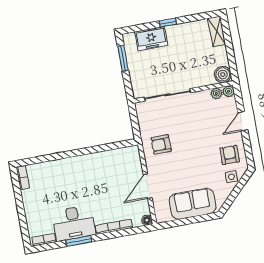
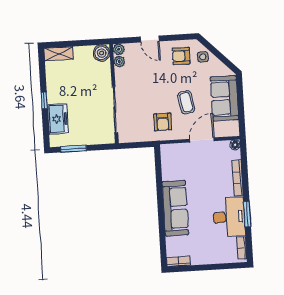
coffee table: (184, 166) -> (186, 102), added
sofa: (76, 168) -> (175, 208), added
door: (148, 186) -> (202, 140), swing flipped

